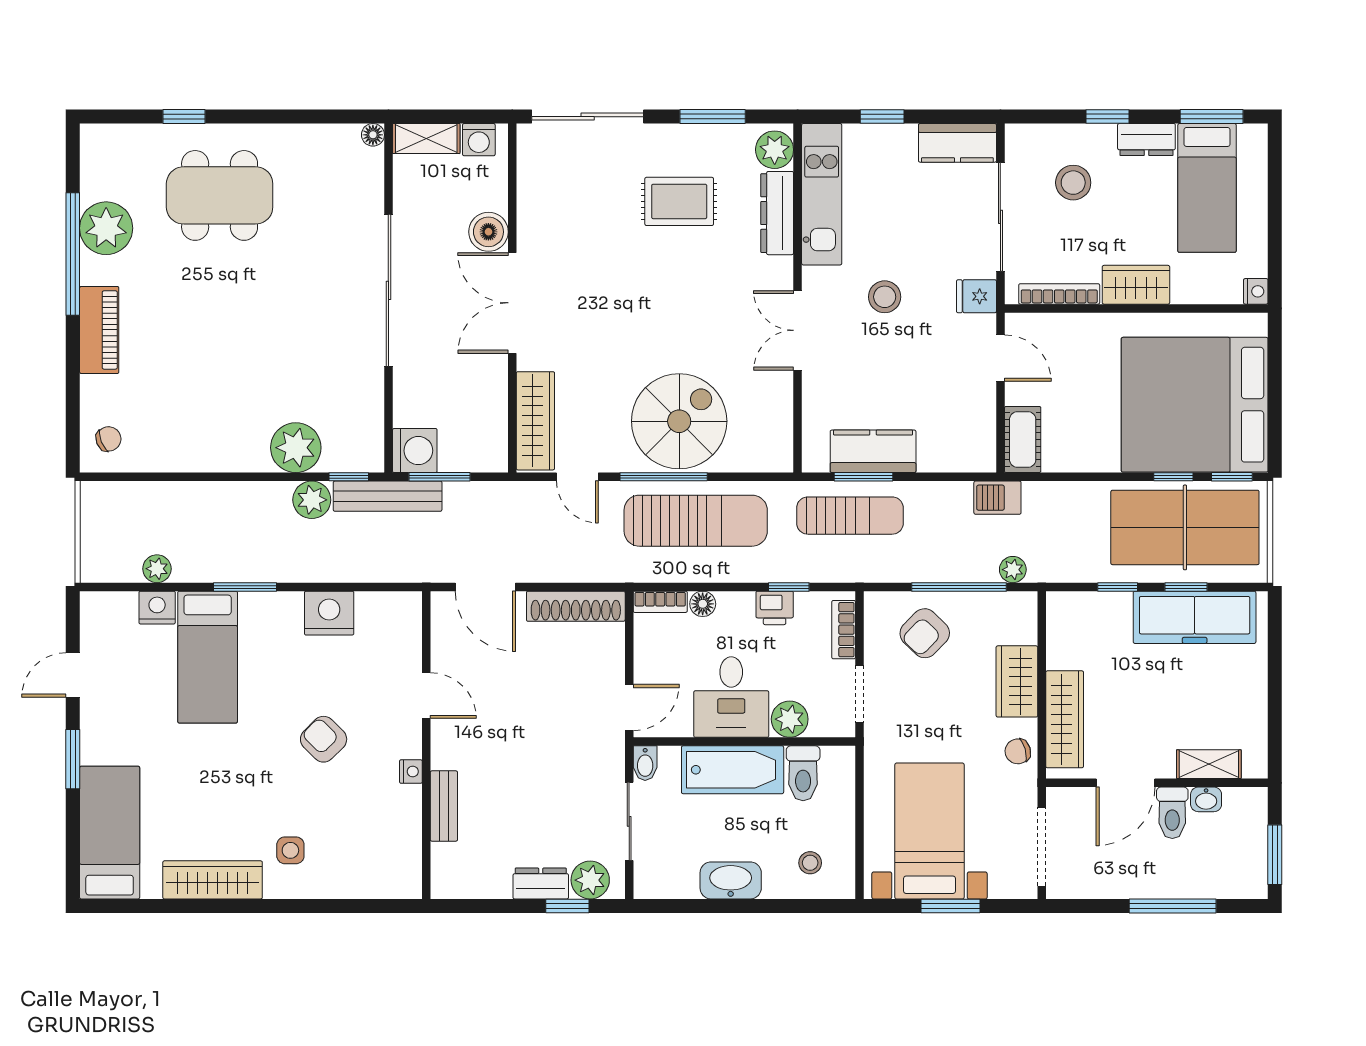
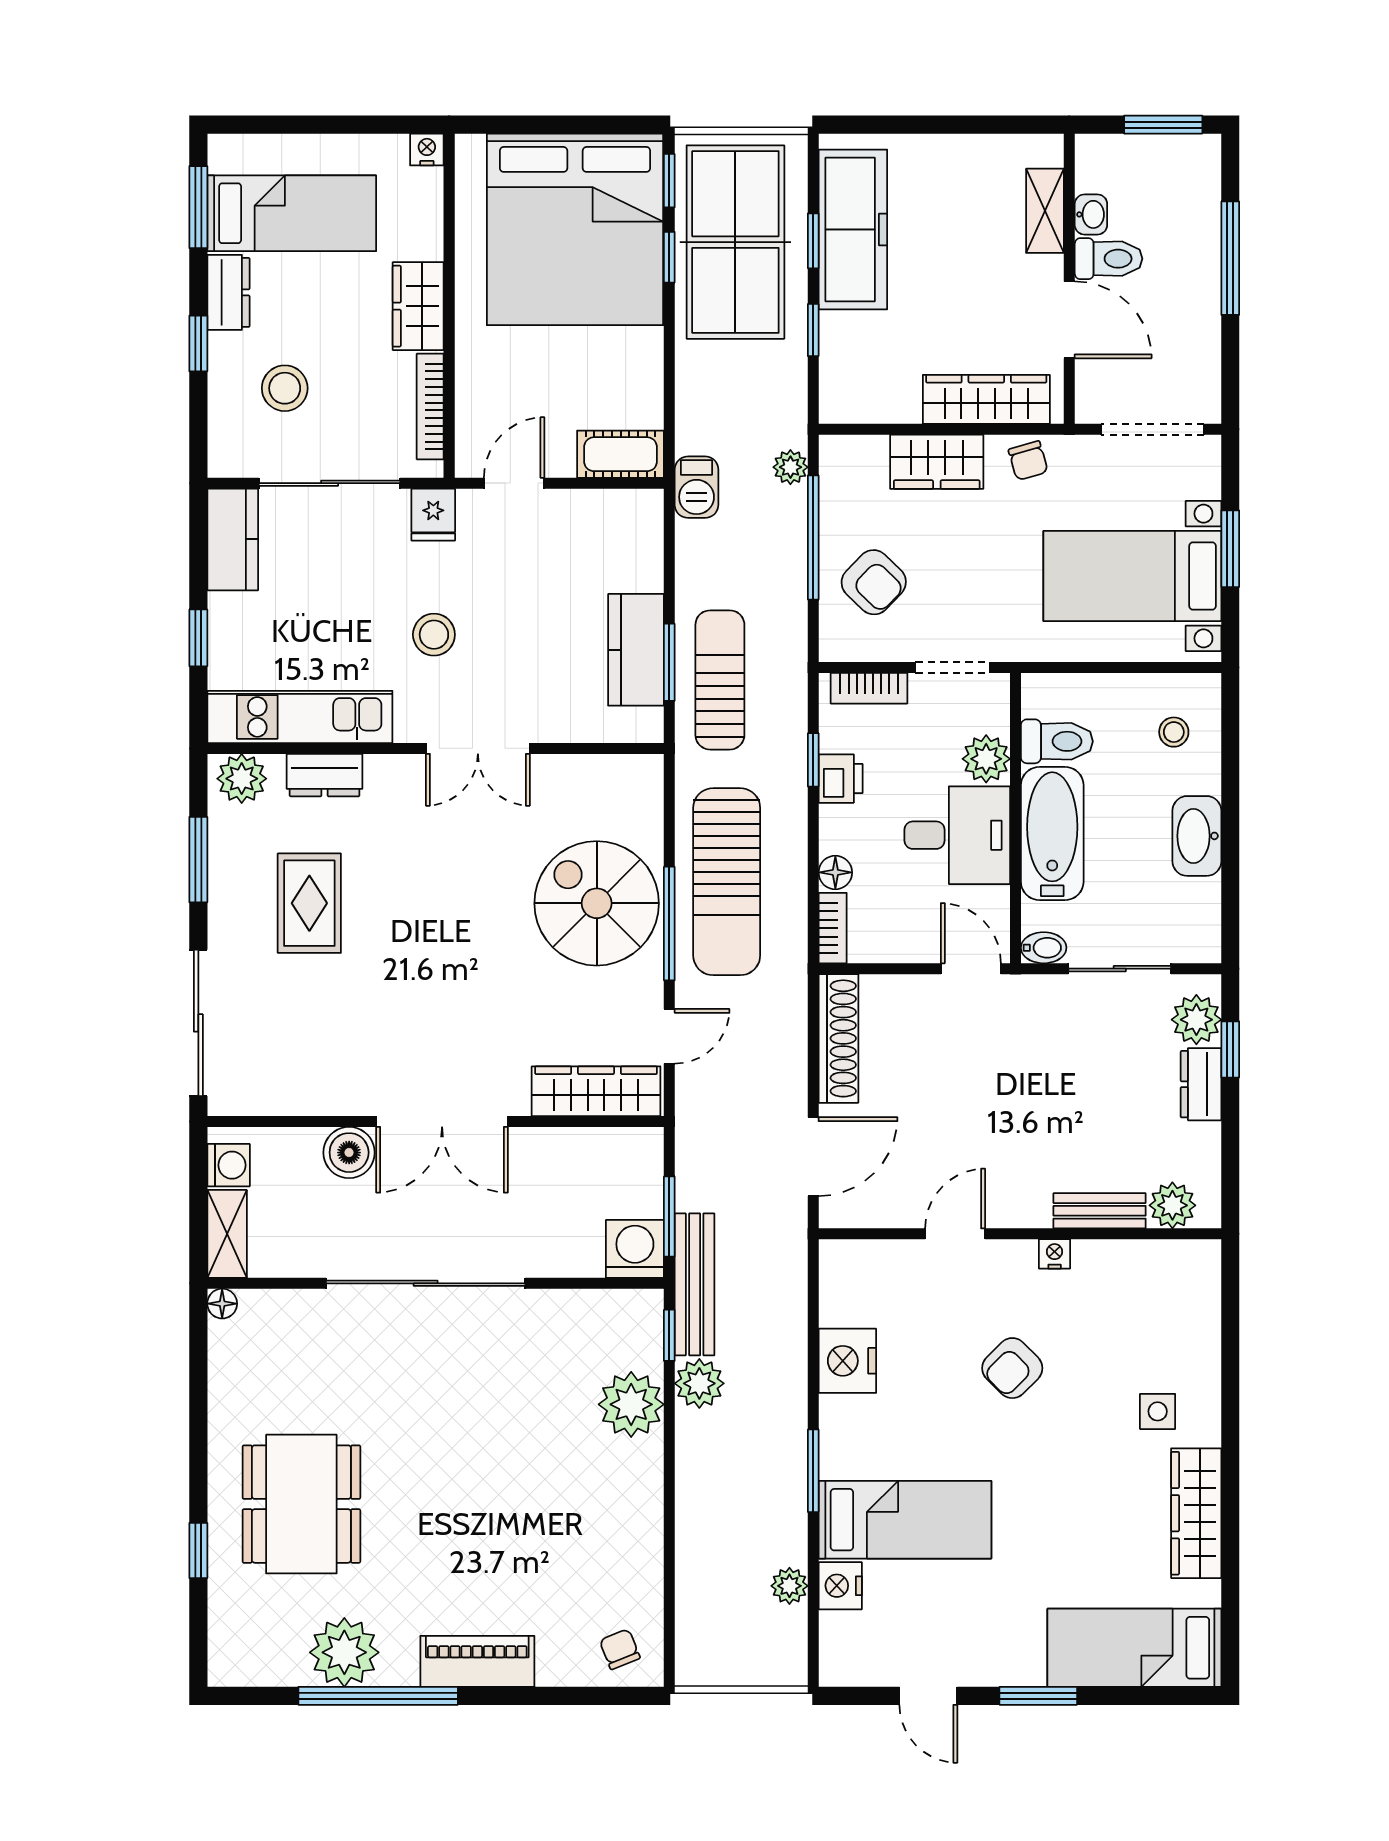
dresser: (777, 213) -> (325, 775), width x0.70
sun lounger: (696, 521) -> (727, 882), turned 180
plant: (448, 862) -> (1172, 1205), added

